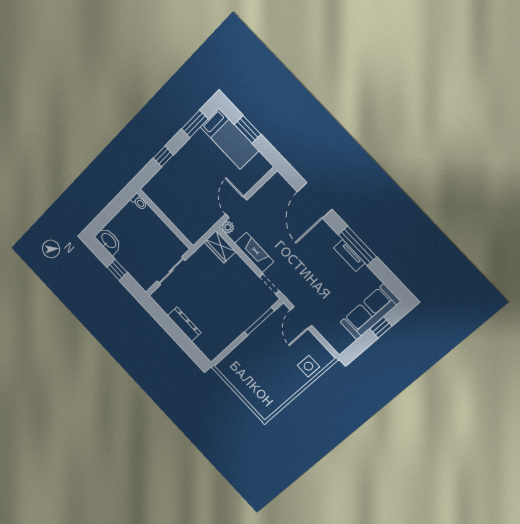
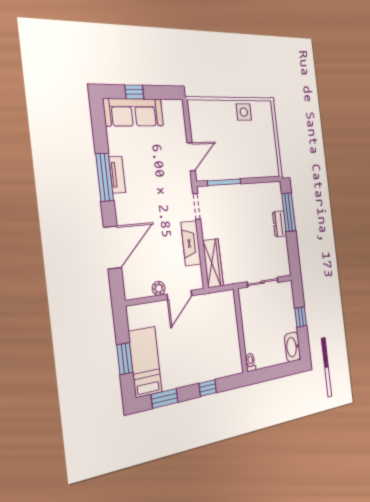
plant: (228, 227) -> (159, 288), moved
wardrobe: (220, 247) -> (213, 263), width x1.50
dresser: (184, 324) -> (280, 224), width x0.70
window: (186, 344) -> (289, 212), added
side table: (308, 366) -> (244, 112), moved

